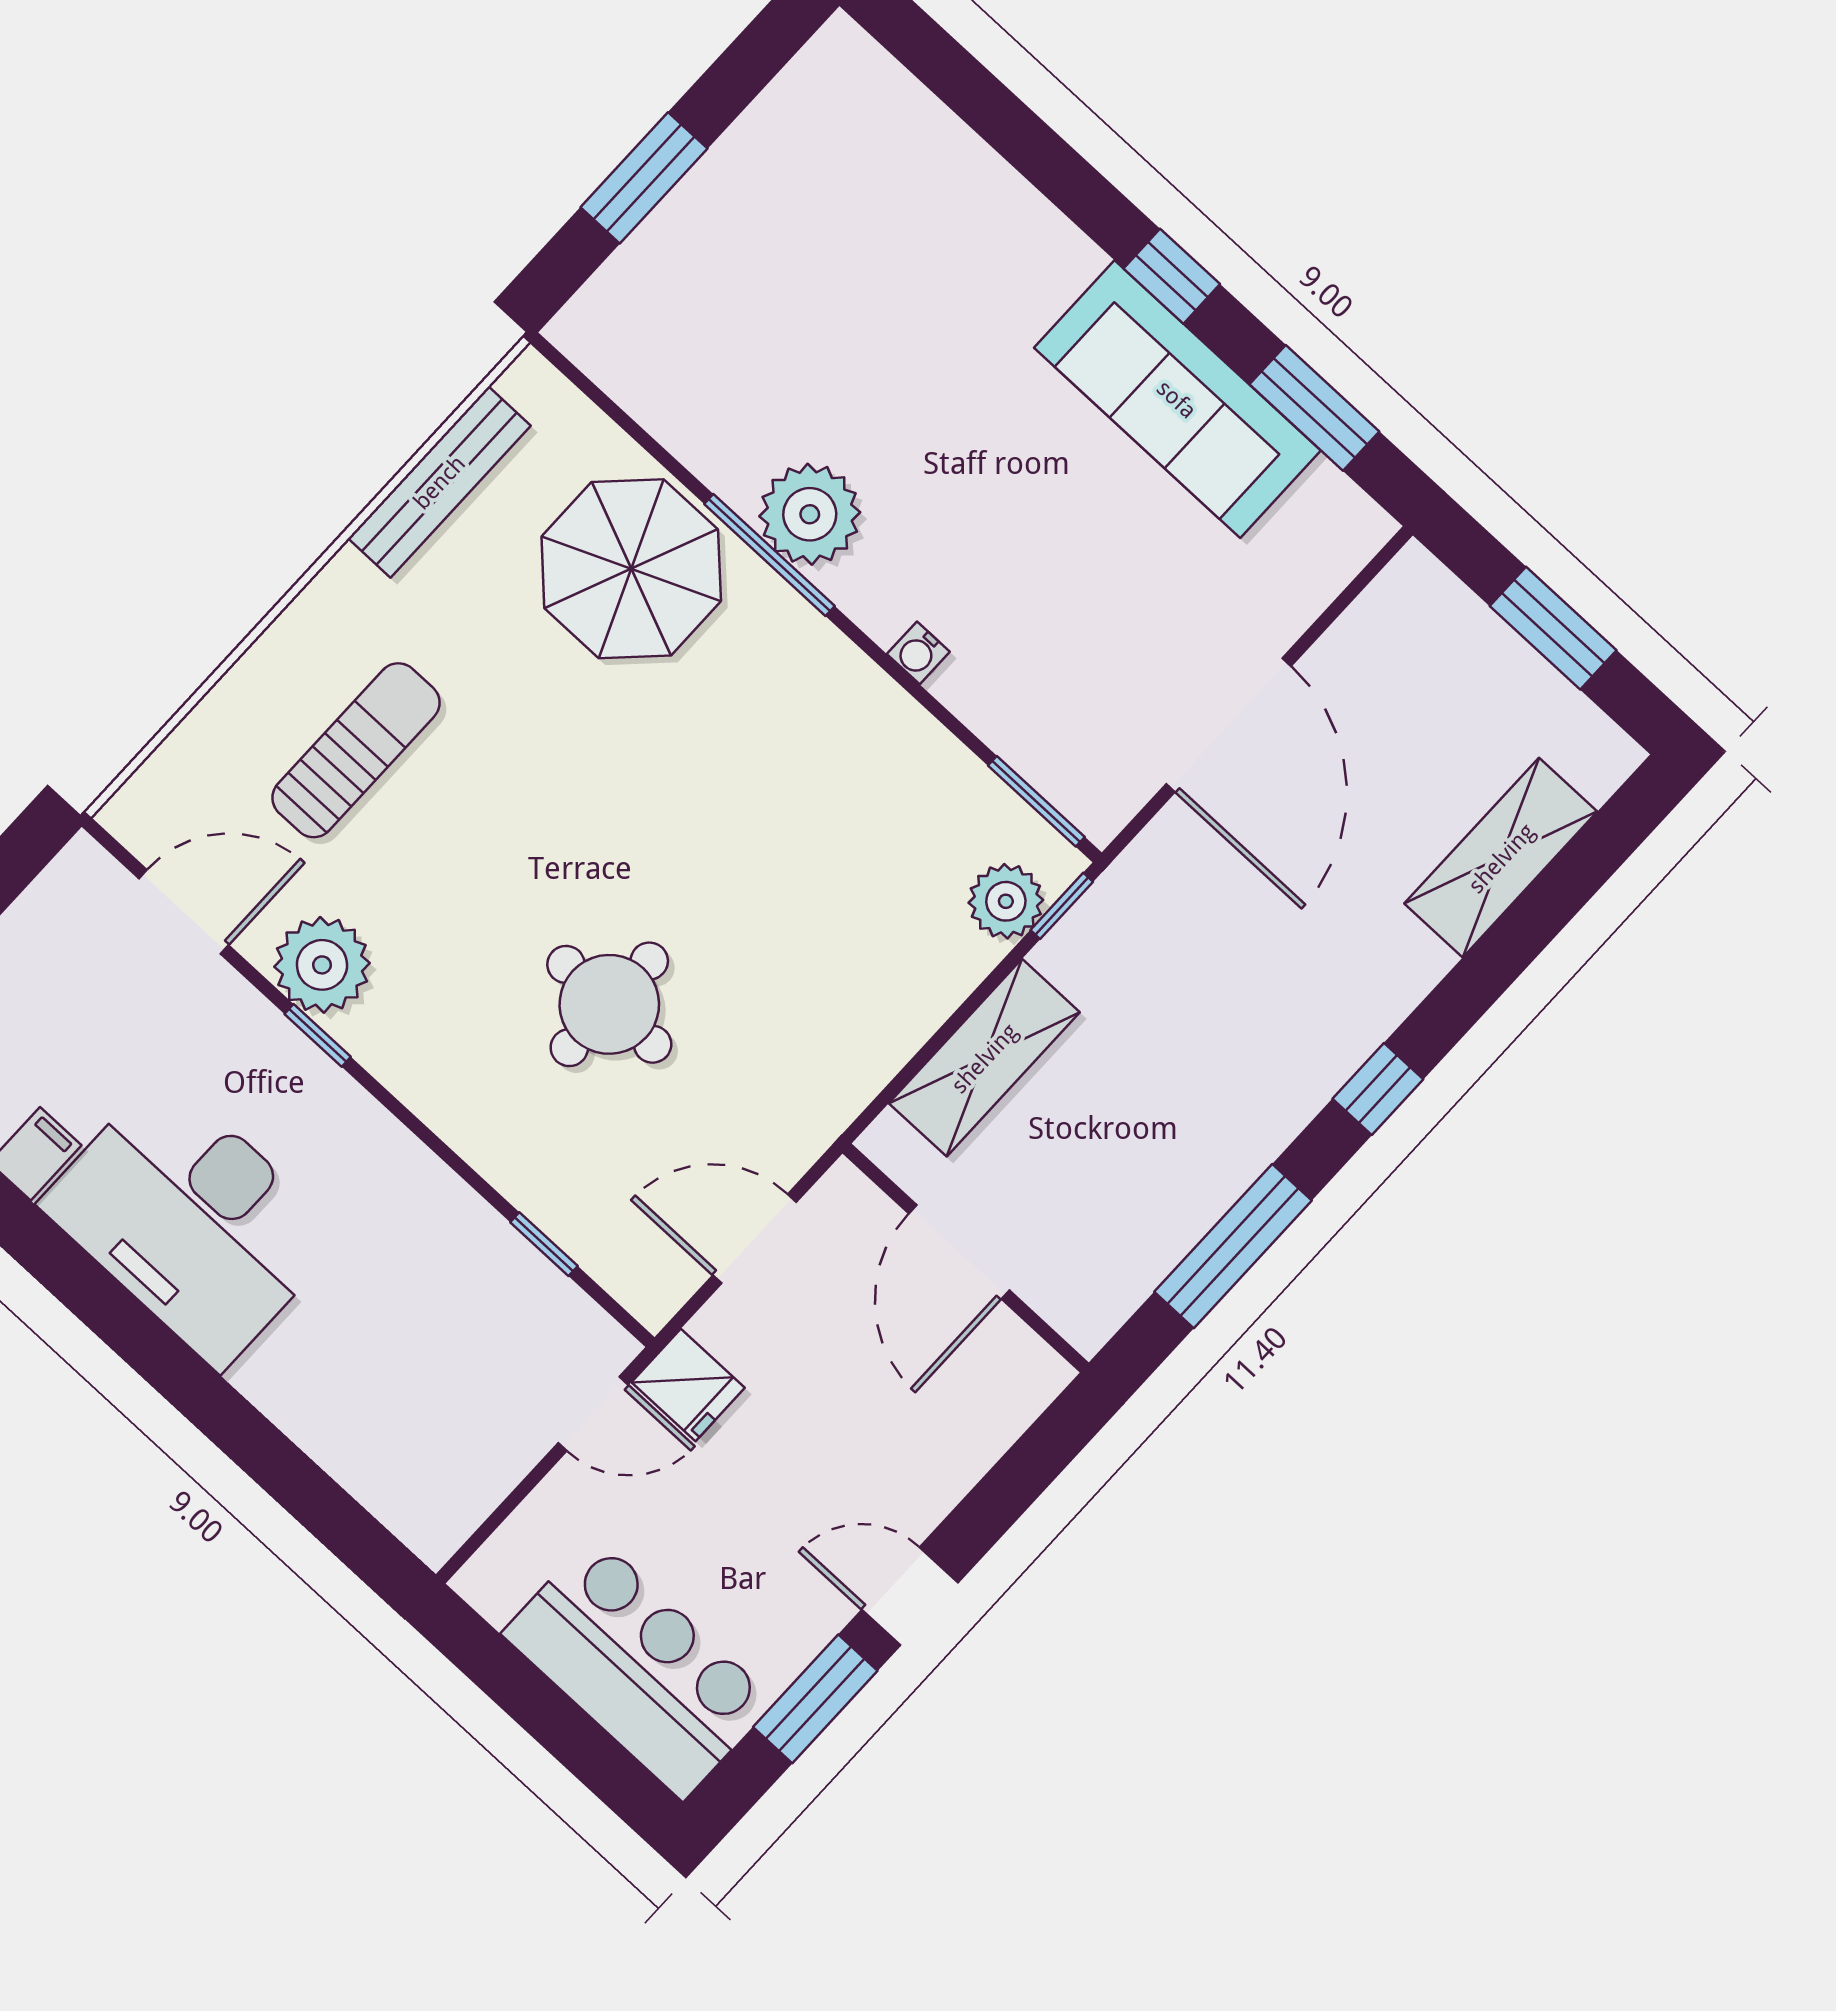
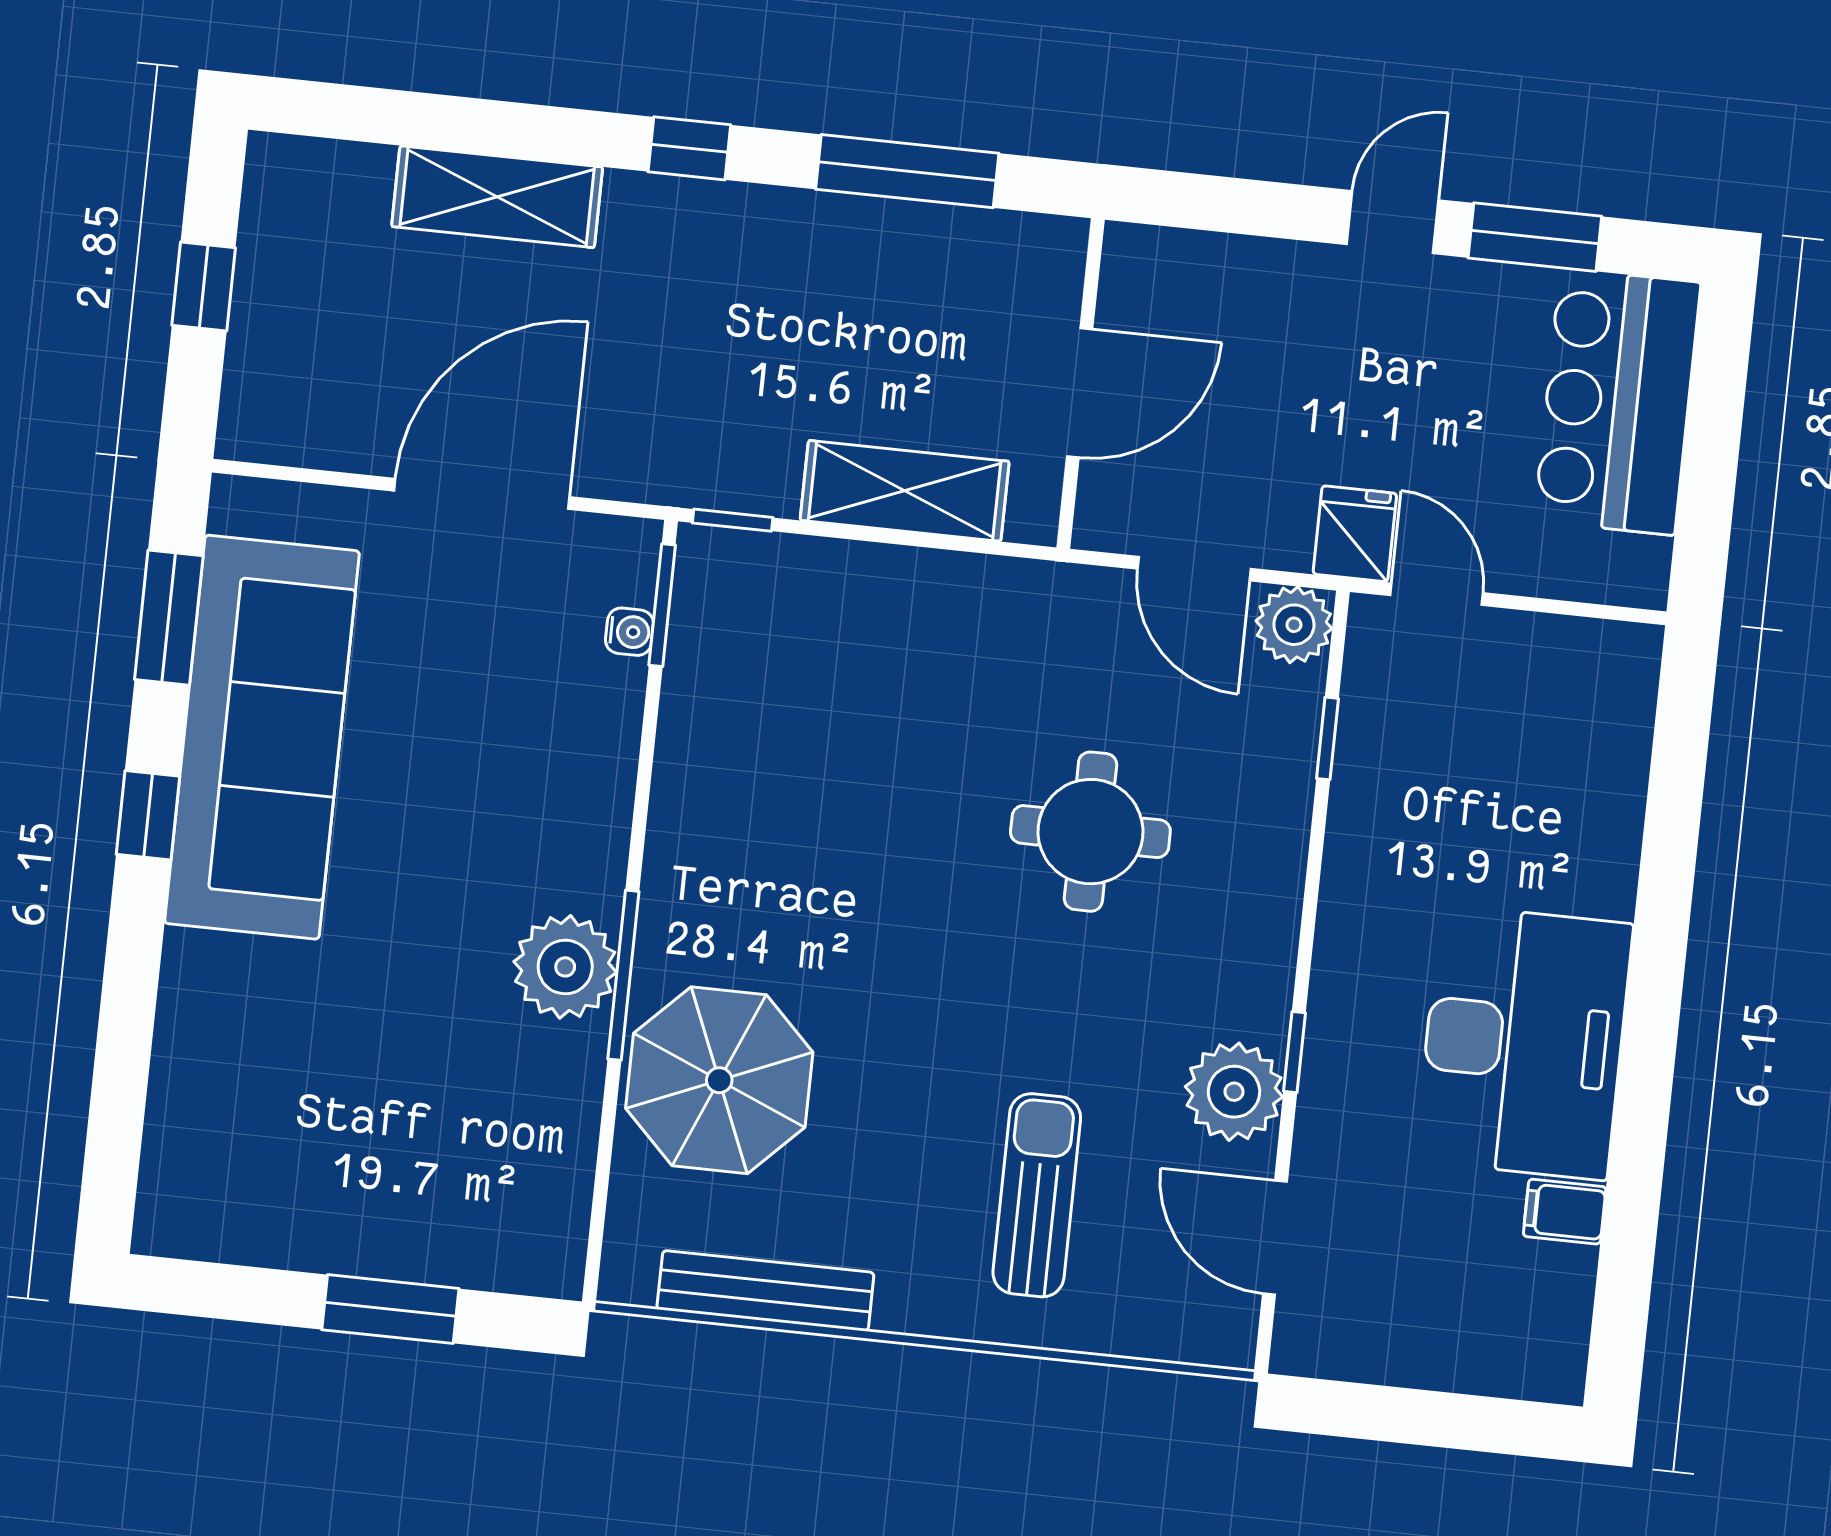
sofa: (1177, 399) -> (262, 737), width x1.36, depth x1.27
window: (1553, 628) -> (204, 287), width x0.67
water cooler: (918, 653) -> (629, 632), moved
sun lounger: (356, 750) -> (1037, 1195), turned 90
shelving: (1501, 858) -> (497, 197), moved
plant: (1006, 901) -> (1294, 625), moved
door: (910, 1596) -> (1393, 222), swing flipped

